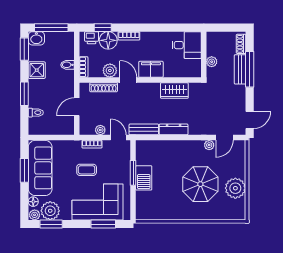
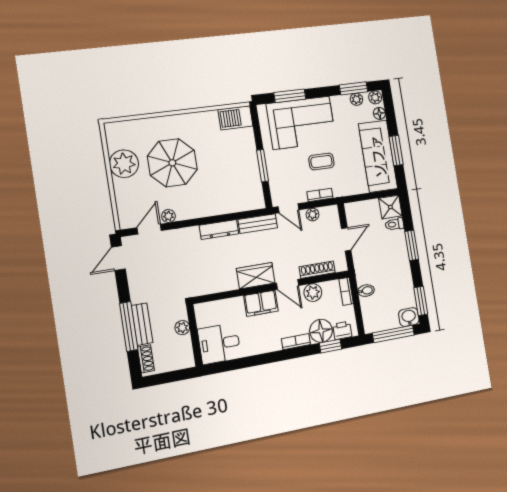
shower: (37, 70) -> (390, 207), moved
wardrobe: (174, 91) -> (256, 276), moved
barbecue: (144, 178) -> (235, 118), moved, turned -90
plant: (50, 211) -> (356, 99), width x0.53, depth x0.53

